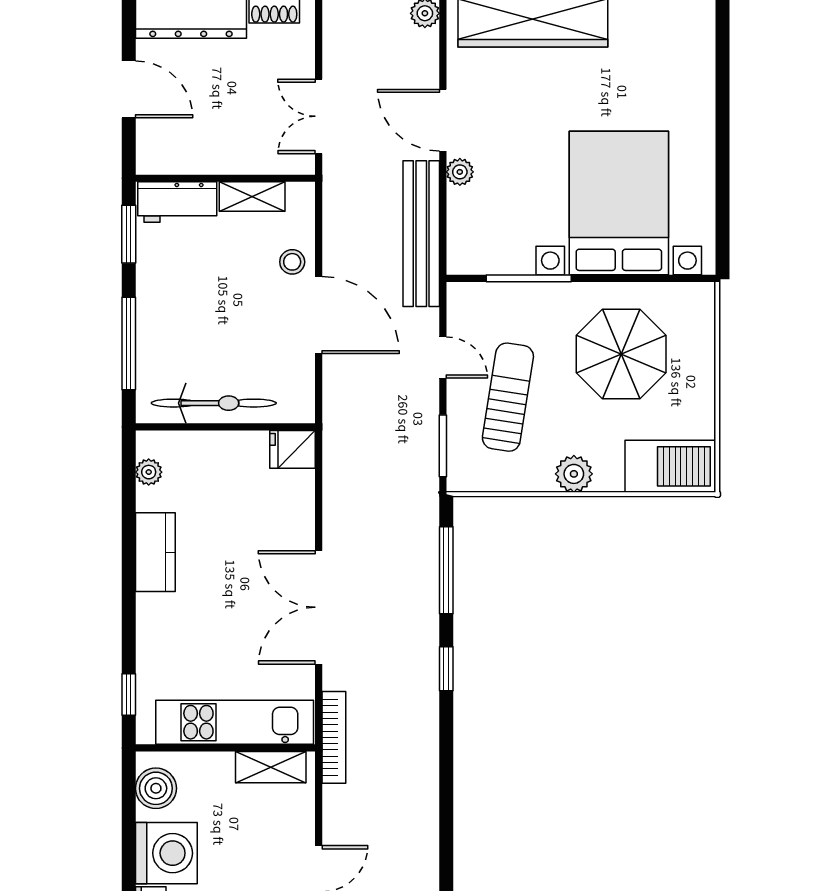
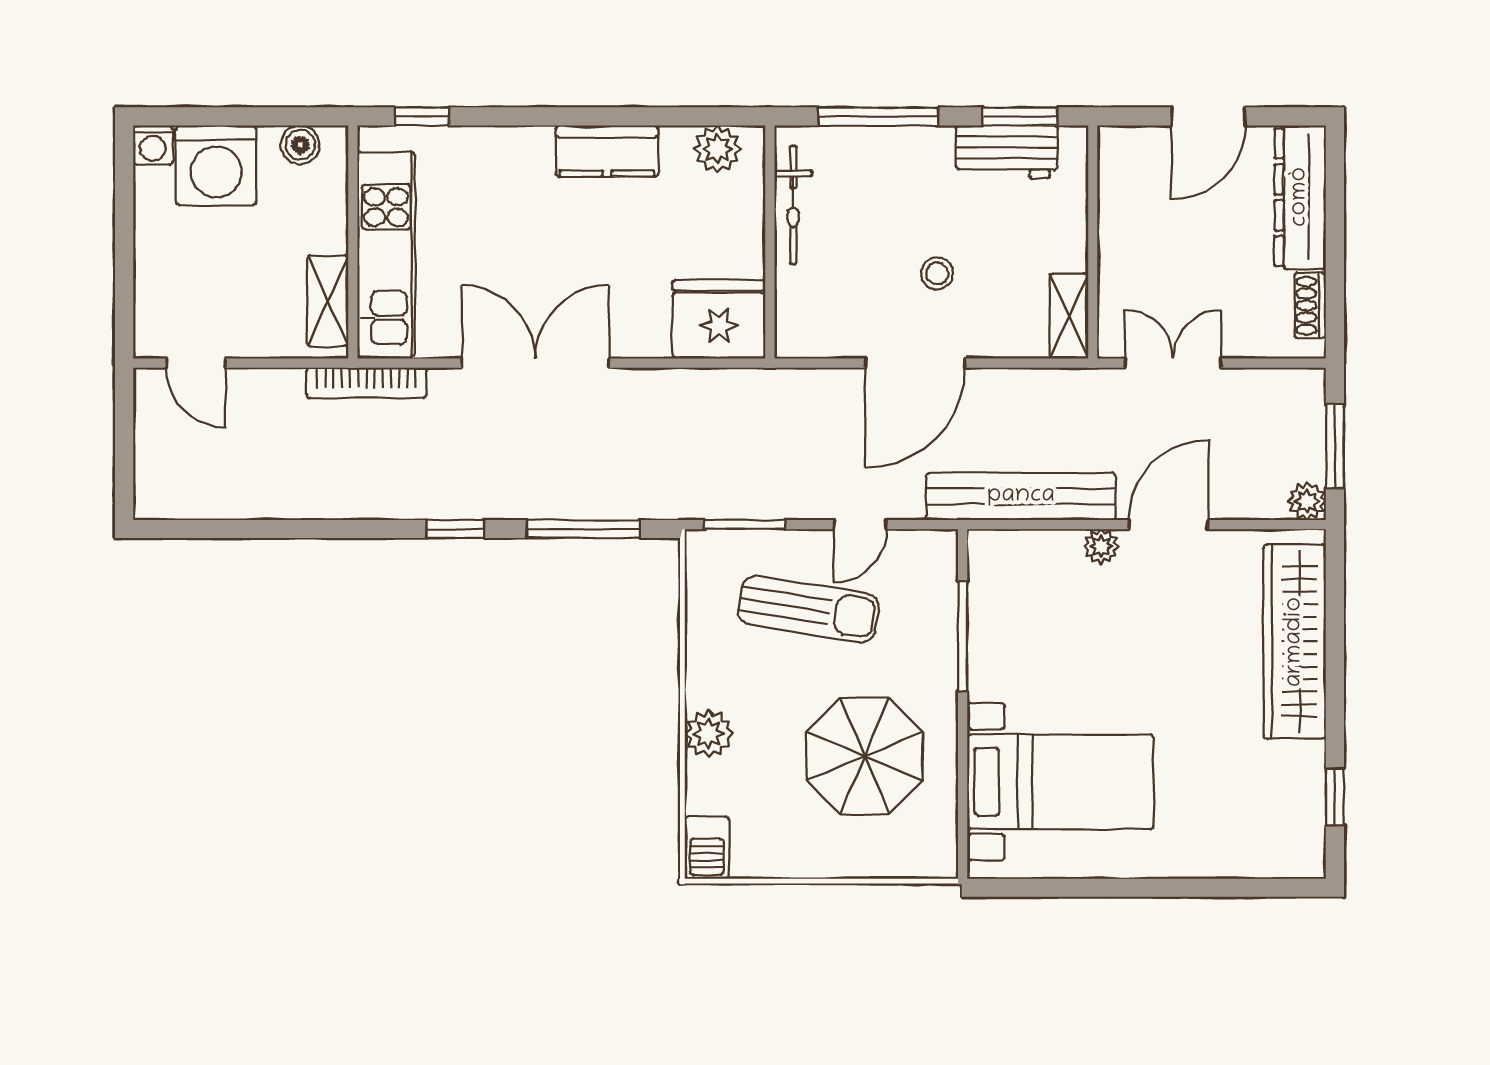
shelving: (252, 196) -> (1069, 316), moved
workbench: (177, 202) -> (1007, 152), moved, turned -90
bed with nightstands: (619, 203) -> (1061, 782), width x0.73
stool: (292, 262) -> (937, 273), moved
bicycle: (214, 403) -> (793, 205), width x0.73, depth x0.71
fridge: (292, 449) -> (719, 319), width x1.88, depth x1.34
barbecue: (670, 466) -> (707, 848), width x0.53, depth x0.65
plant: (149, 472) -> (718, 149), width x1.38, depth x1.38
plant: (574, 474) -> (709, 734), moved
boiler: (156, 788) -> (300, 145), width x0.73, depth x0.73

